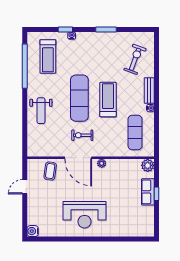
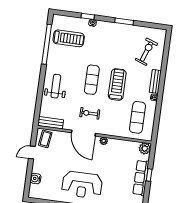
treadmill: (48, 56) -> (69, 38), turned -90
exercise mat: (79, 98) -> (92, 80), width x0.73, depth x0.69
weight bench: (41, 111) -> (56, 86), turned 180
bench: (41, 151) -> (51, 123), added
coffee table: (50, 171) -> (45, 139), moved
row of seats: (148, 192) -> (141, 178), width x1.48
water cooler: (33, 231) -> (36, 179), moved

